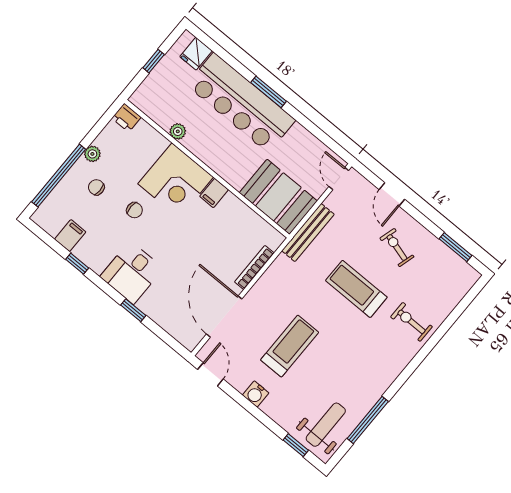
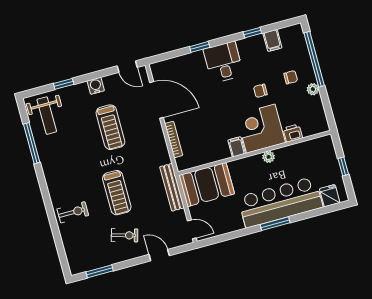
printer: (126, 118) -> (293, 133), moved
plant: (178, 131) -> (269, 157), moved
treadmill: (356, 289) -> (117, 193), turned 90
window: (296, 445) -> (64, 84), moved

